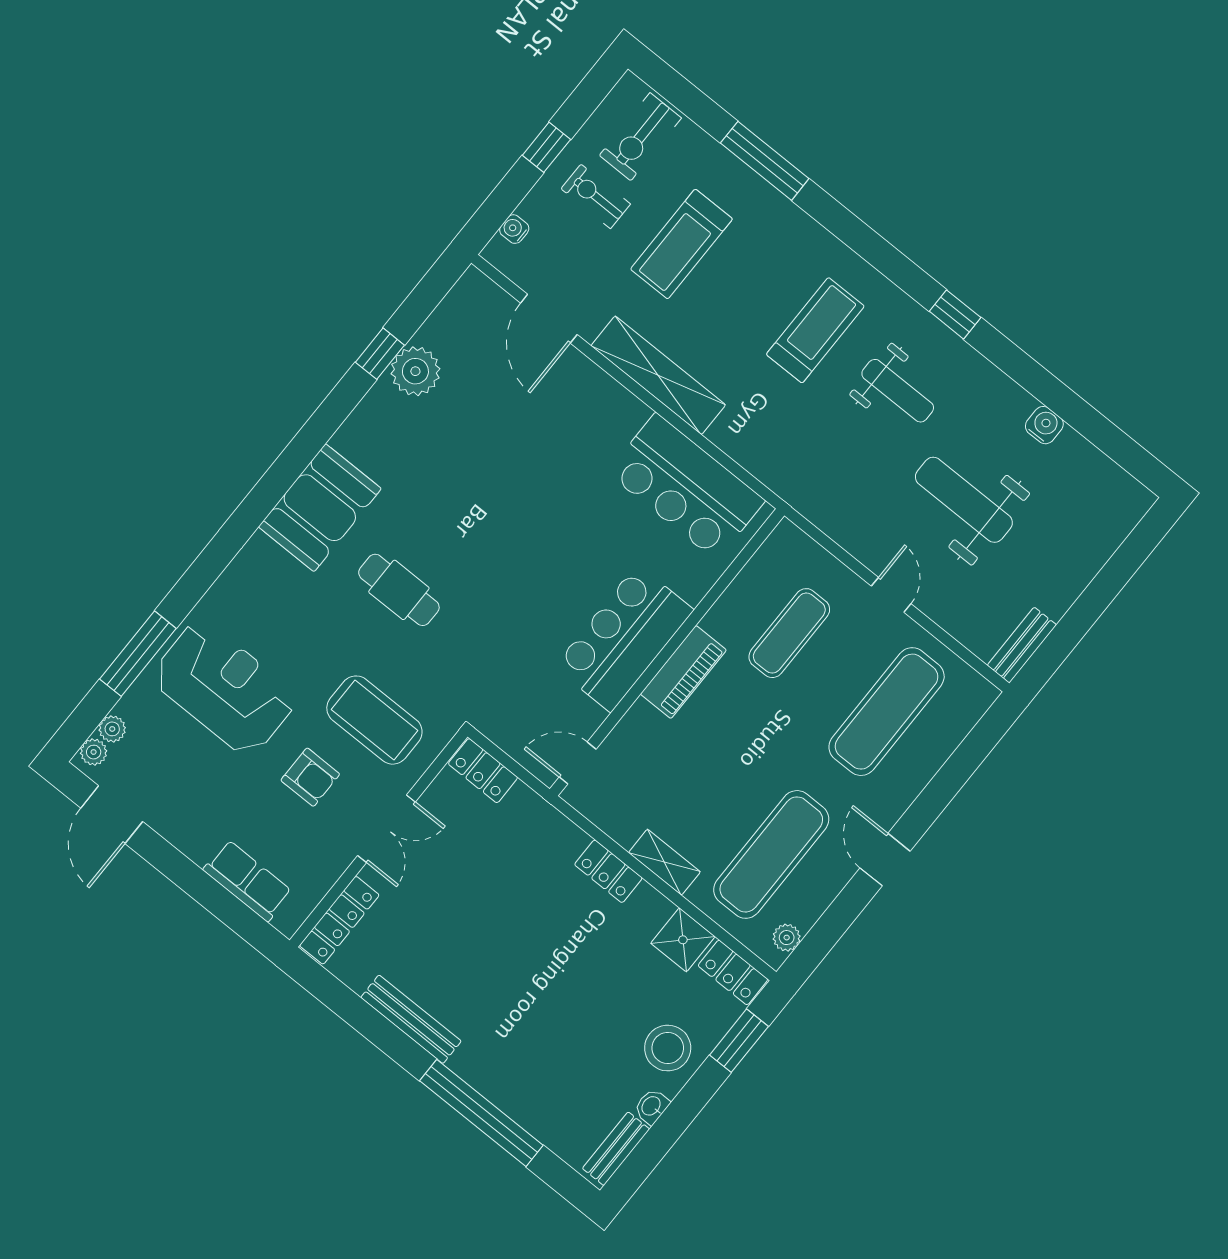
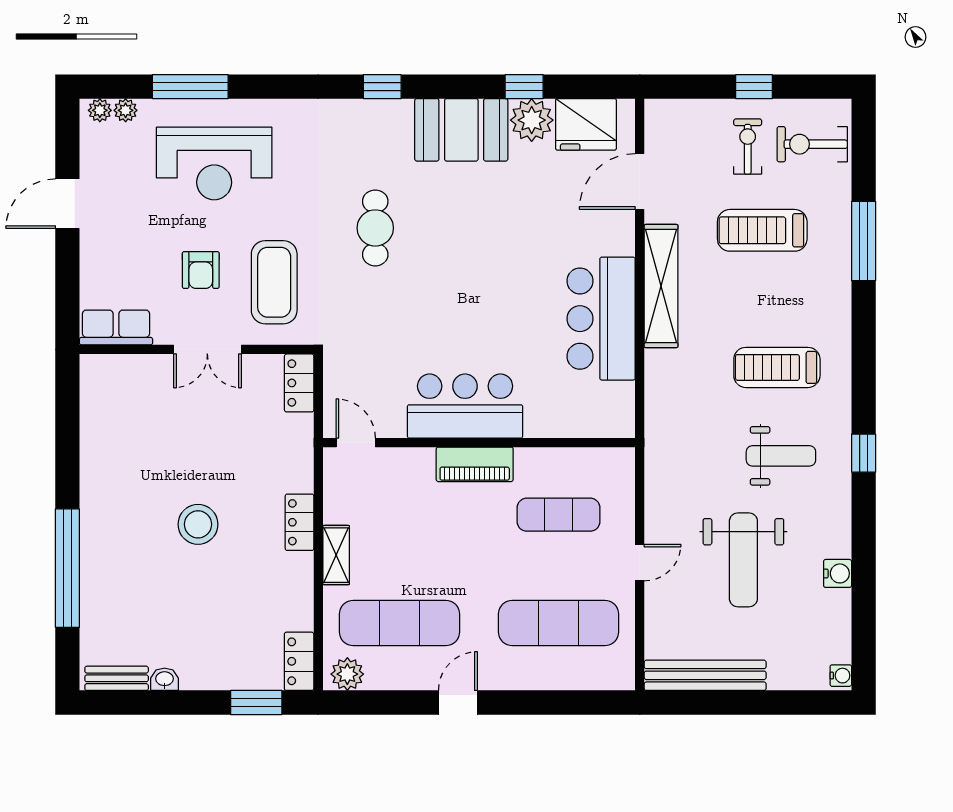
water cooler: (514, 229) -> (841, 676), moved, turned 90
fridge: (459, 326) -> (586, 124), added
treadmill: (815, 330) -> (777, 367), turned 180
weight bench: (898, 391) -> (781, 456), turned -90
window: (277, 481) -> (382, 87), added
bar counter: (686, 487) -> (601, 319), moved
weight bench: (964, 500) -> (743, 560), turned 180
booth: (320, 508) -> (461, 130), moved
bench: (1022, 645) -> (705, 675), width x1.86, depth x1.21
reception desk: (224, 688) -> (214, 163), turned 90
door: (112, 815) -> (67, 204), moved
row of seats: (248, 881) -> (116, 327), moved, turned -90
locker: (339, 920) -> (120, 367), removed
plant: (787, 938) -> (347, 674), width x1.38, depth x1.38
shower: (683, 940) -> (294, 610), removed
bench: (411, 1019) -> (92, 470), removed
stool: (668, 1048) -> (198, 524), moved

